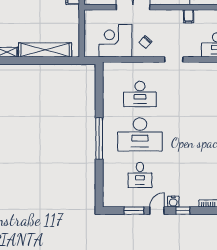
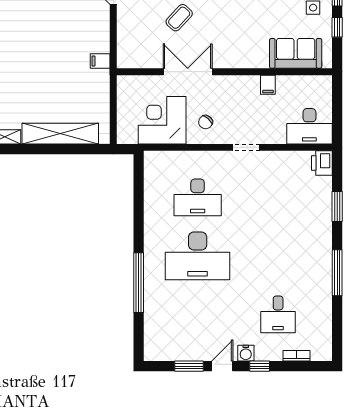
window: (99, 138) -> (139, 283), moved
desk: (140, 175) -> (278, 314), moved

